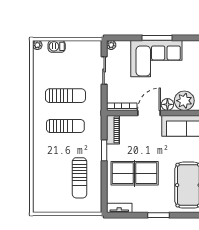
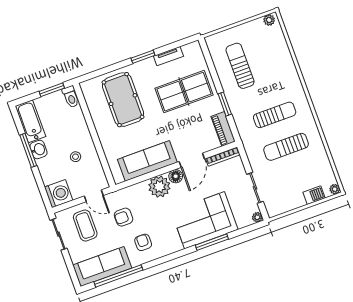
sun lounger: (65, 126) -> (275, 115), turned 180
plant: (41, 208) -> (269, 20), added
tv unit: (119, 208) -> (168, 56), moved

